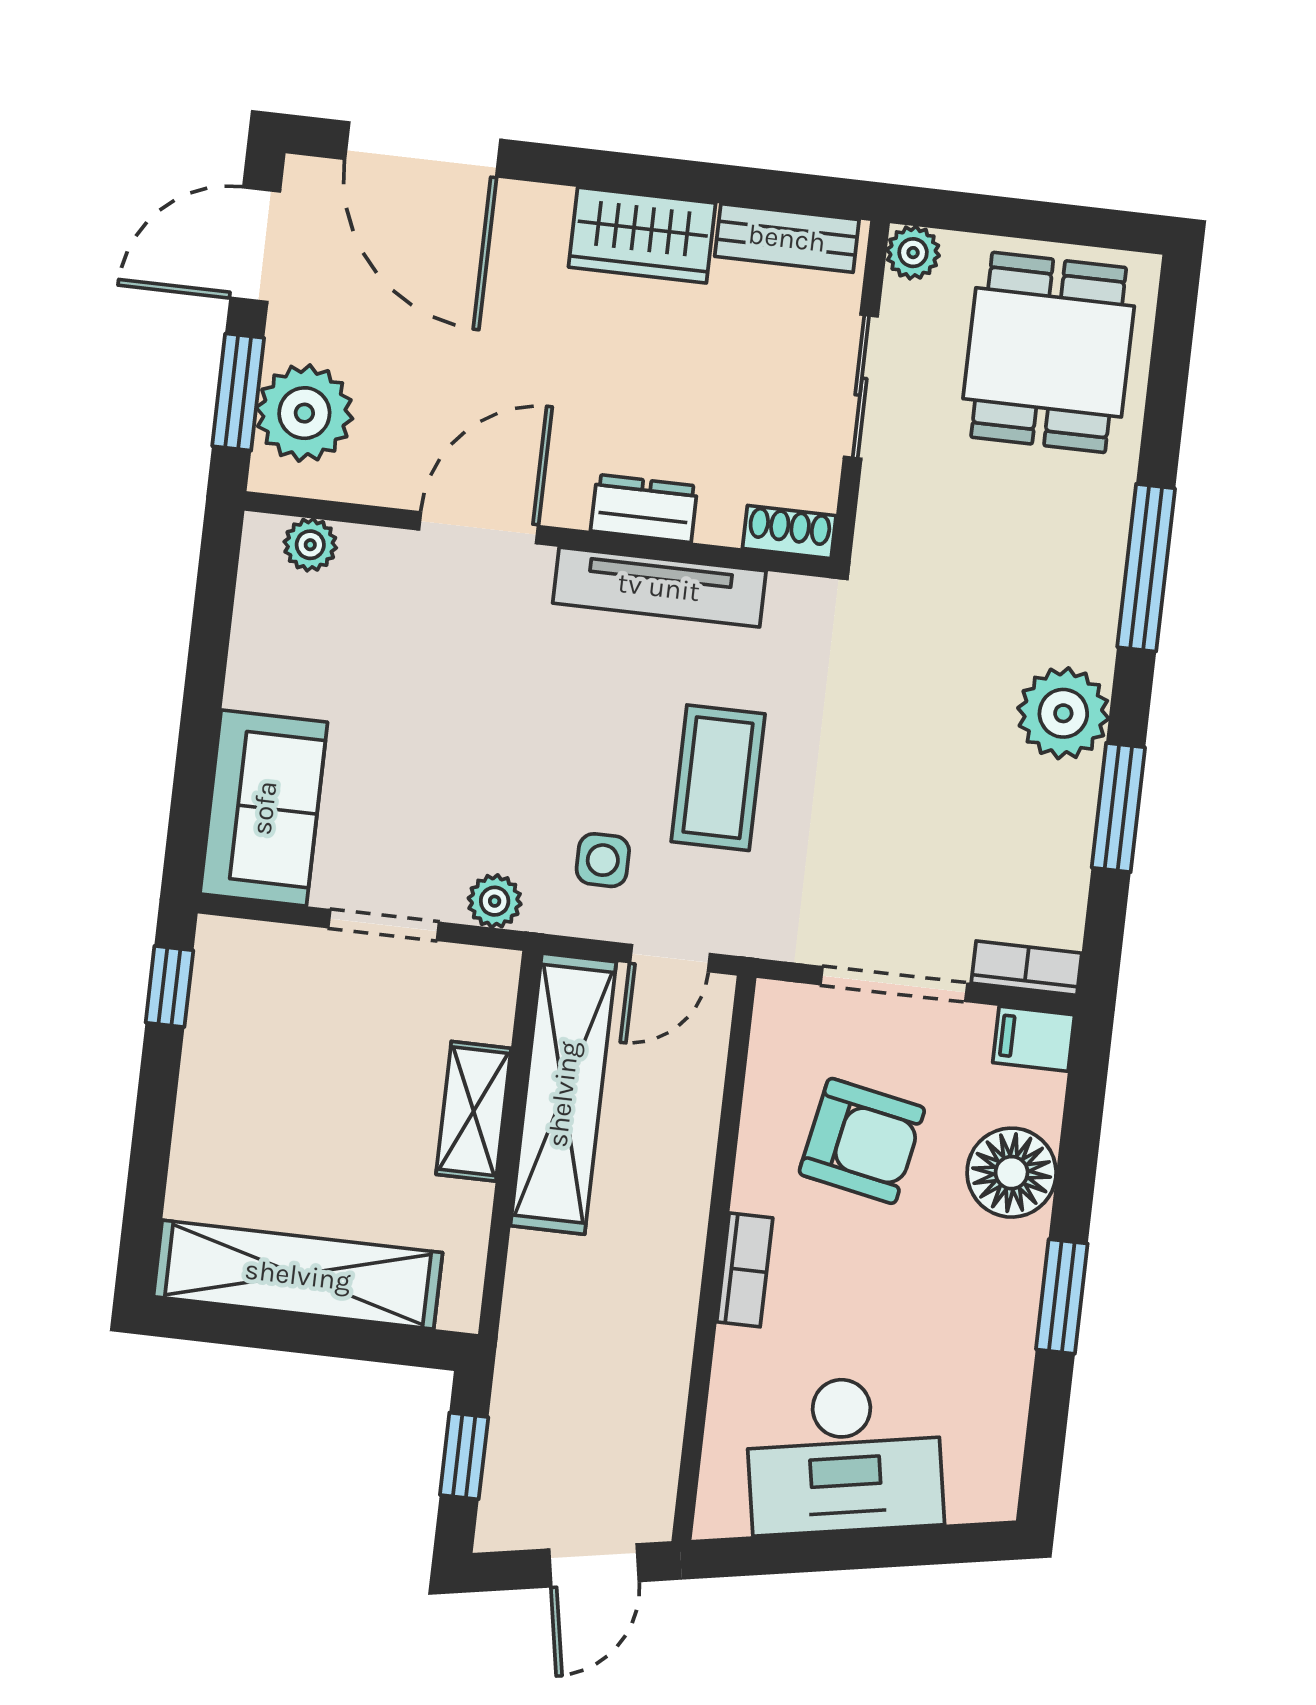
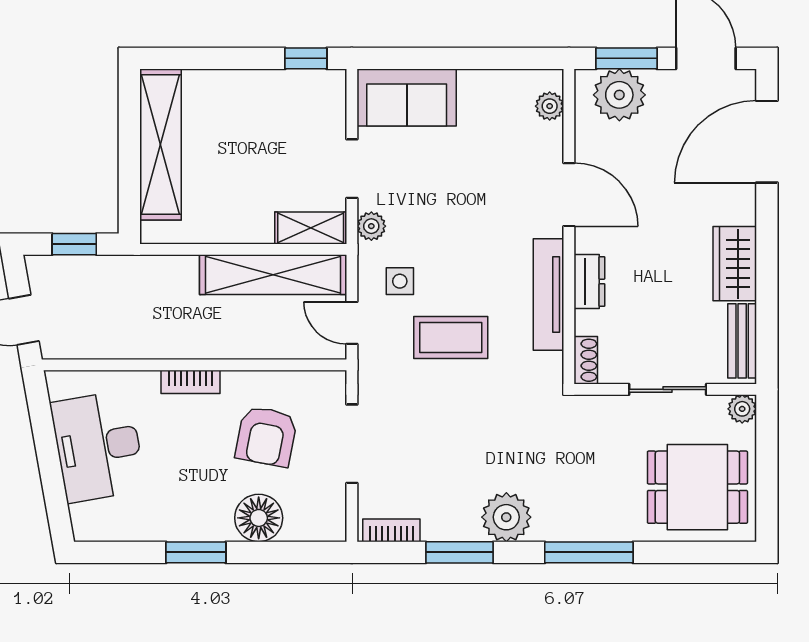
bookcase: (1026, 968) -> (391, 530), moved, turned -90
filing cabinet: (1034, 1039) -> (331, 521), removed
shelving: (474, 1111) -> (311, 228), moved

